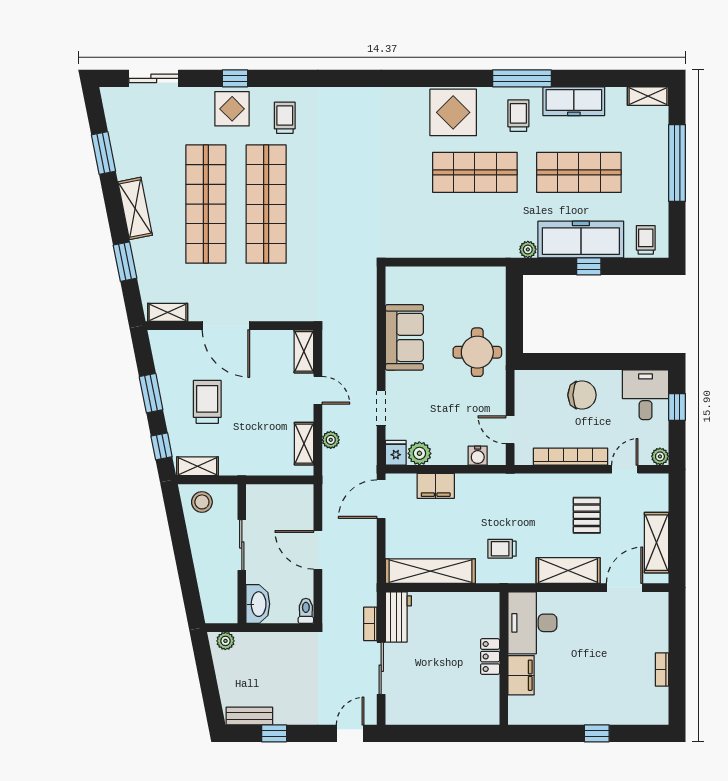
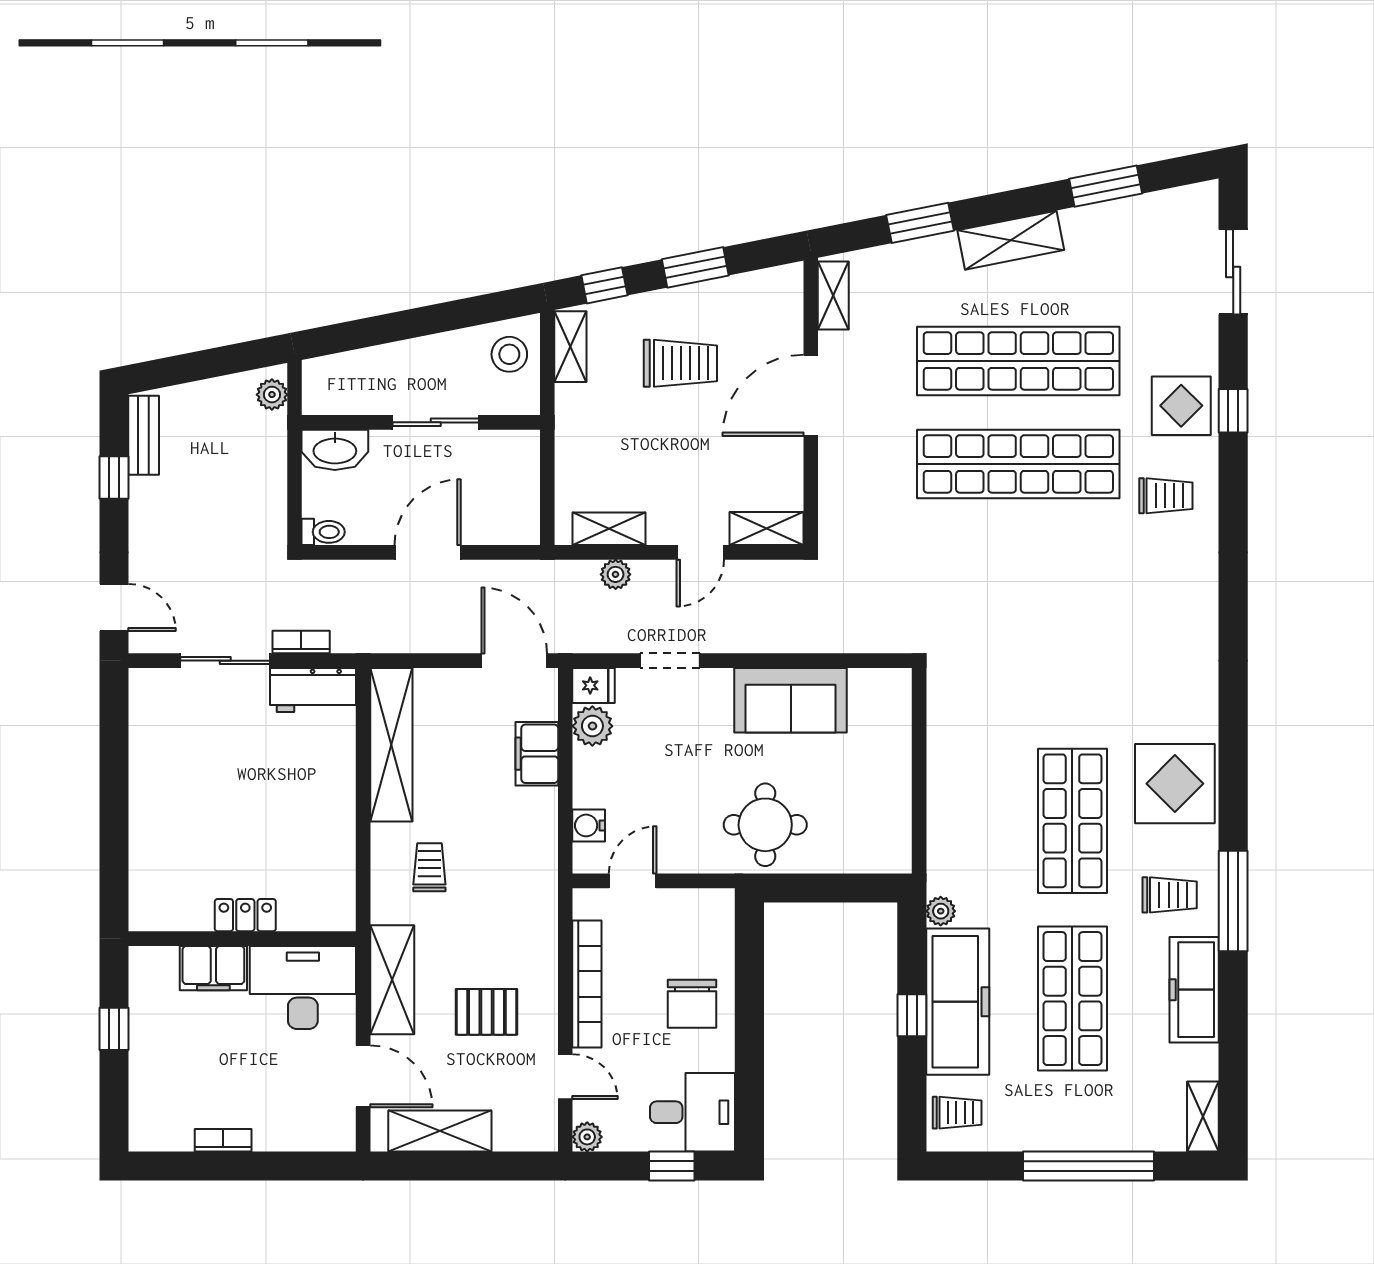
desk: (532, 623) -> (303, 987), moved
locker: (490, 657) -> (245, 915), moved
wall: (504, 658) -> (242, 939), moved
filing cabinet: (521, 675) -> (213, 968), moved

